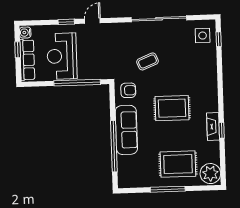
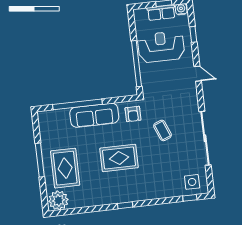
window: (66, 22) -> (193, 34), moved
row of seats: (27, 60) -> (161, 13), width x0.68
rug: (172, 108) -> (119, 158), turned 90
fireplace: (213, 127) -> (104, 199), removed
window: (222, 130) -> (125, 205), moved

